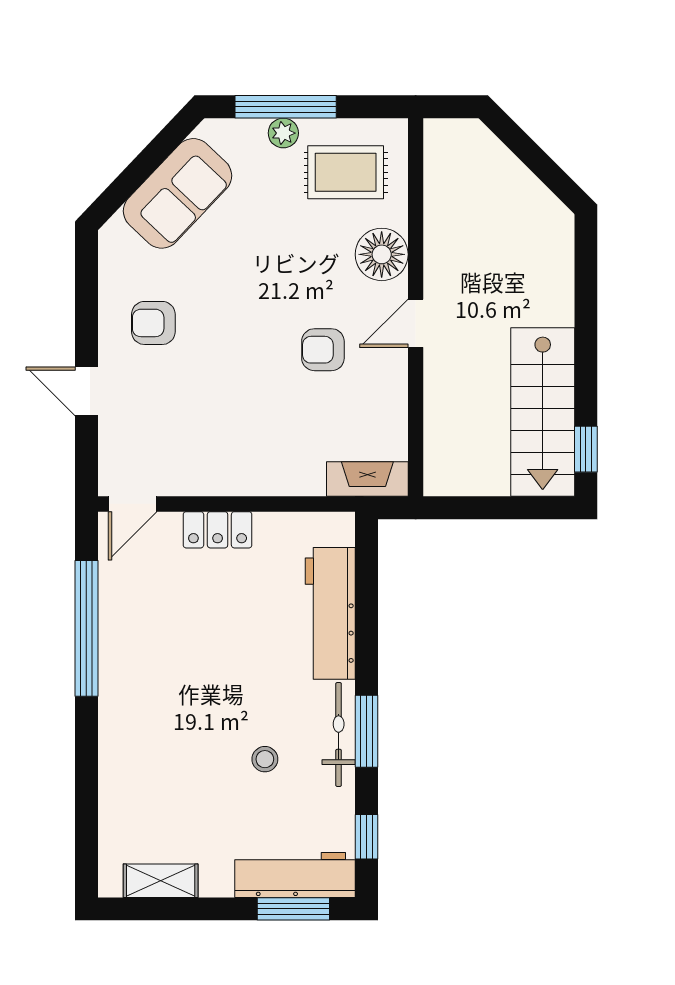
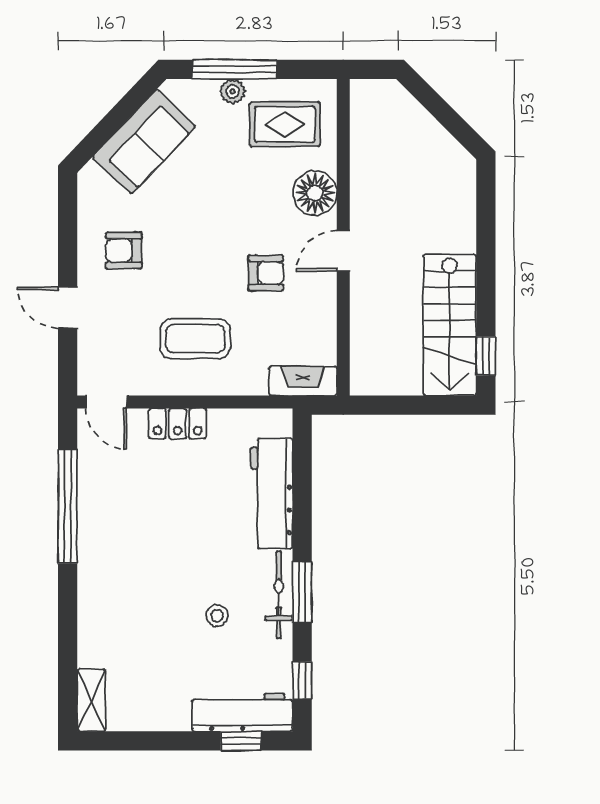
armchair: (323, 350) -> (266, 273), turned 180
coffee table: (239, 429) -> (195, 339), added
door: (133, 504) -> (106, 402), hinge flipped
shelving: (161, 881) -> (91, 700), moved, turned 90
window: (293, 909) -> (241, 741), width x0.67

